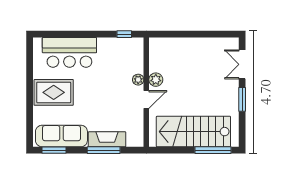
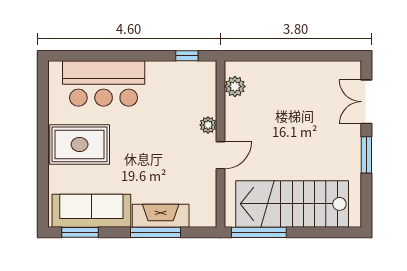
plant: (156, 80) -> (235, 86), moved
window: (213, 150) -> (259, 232), moved

